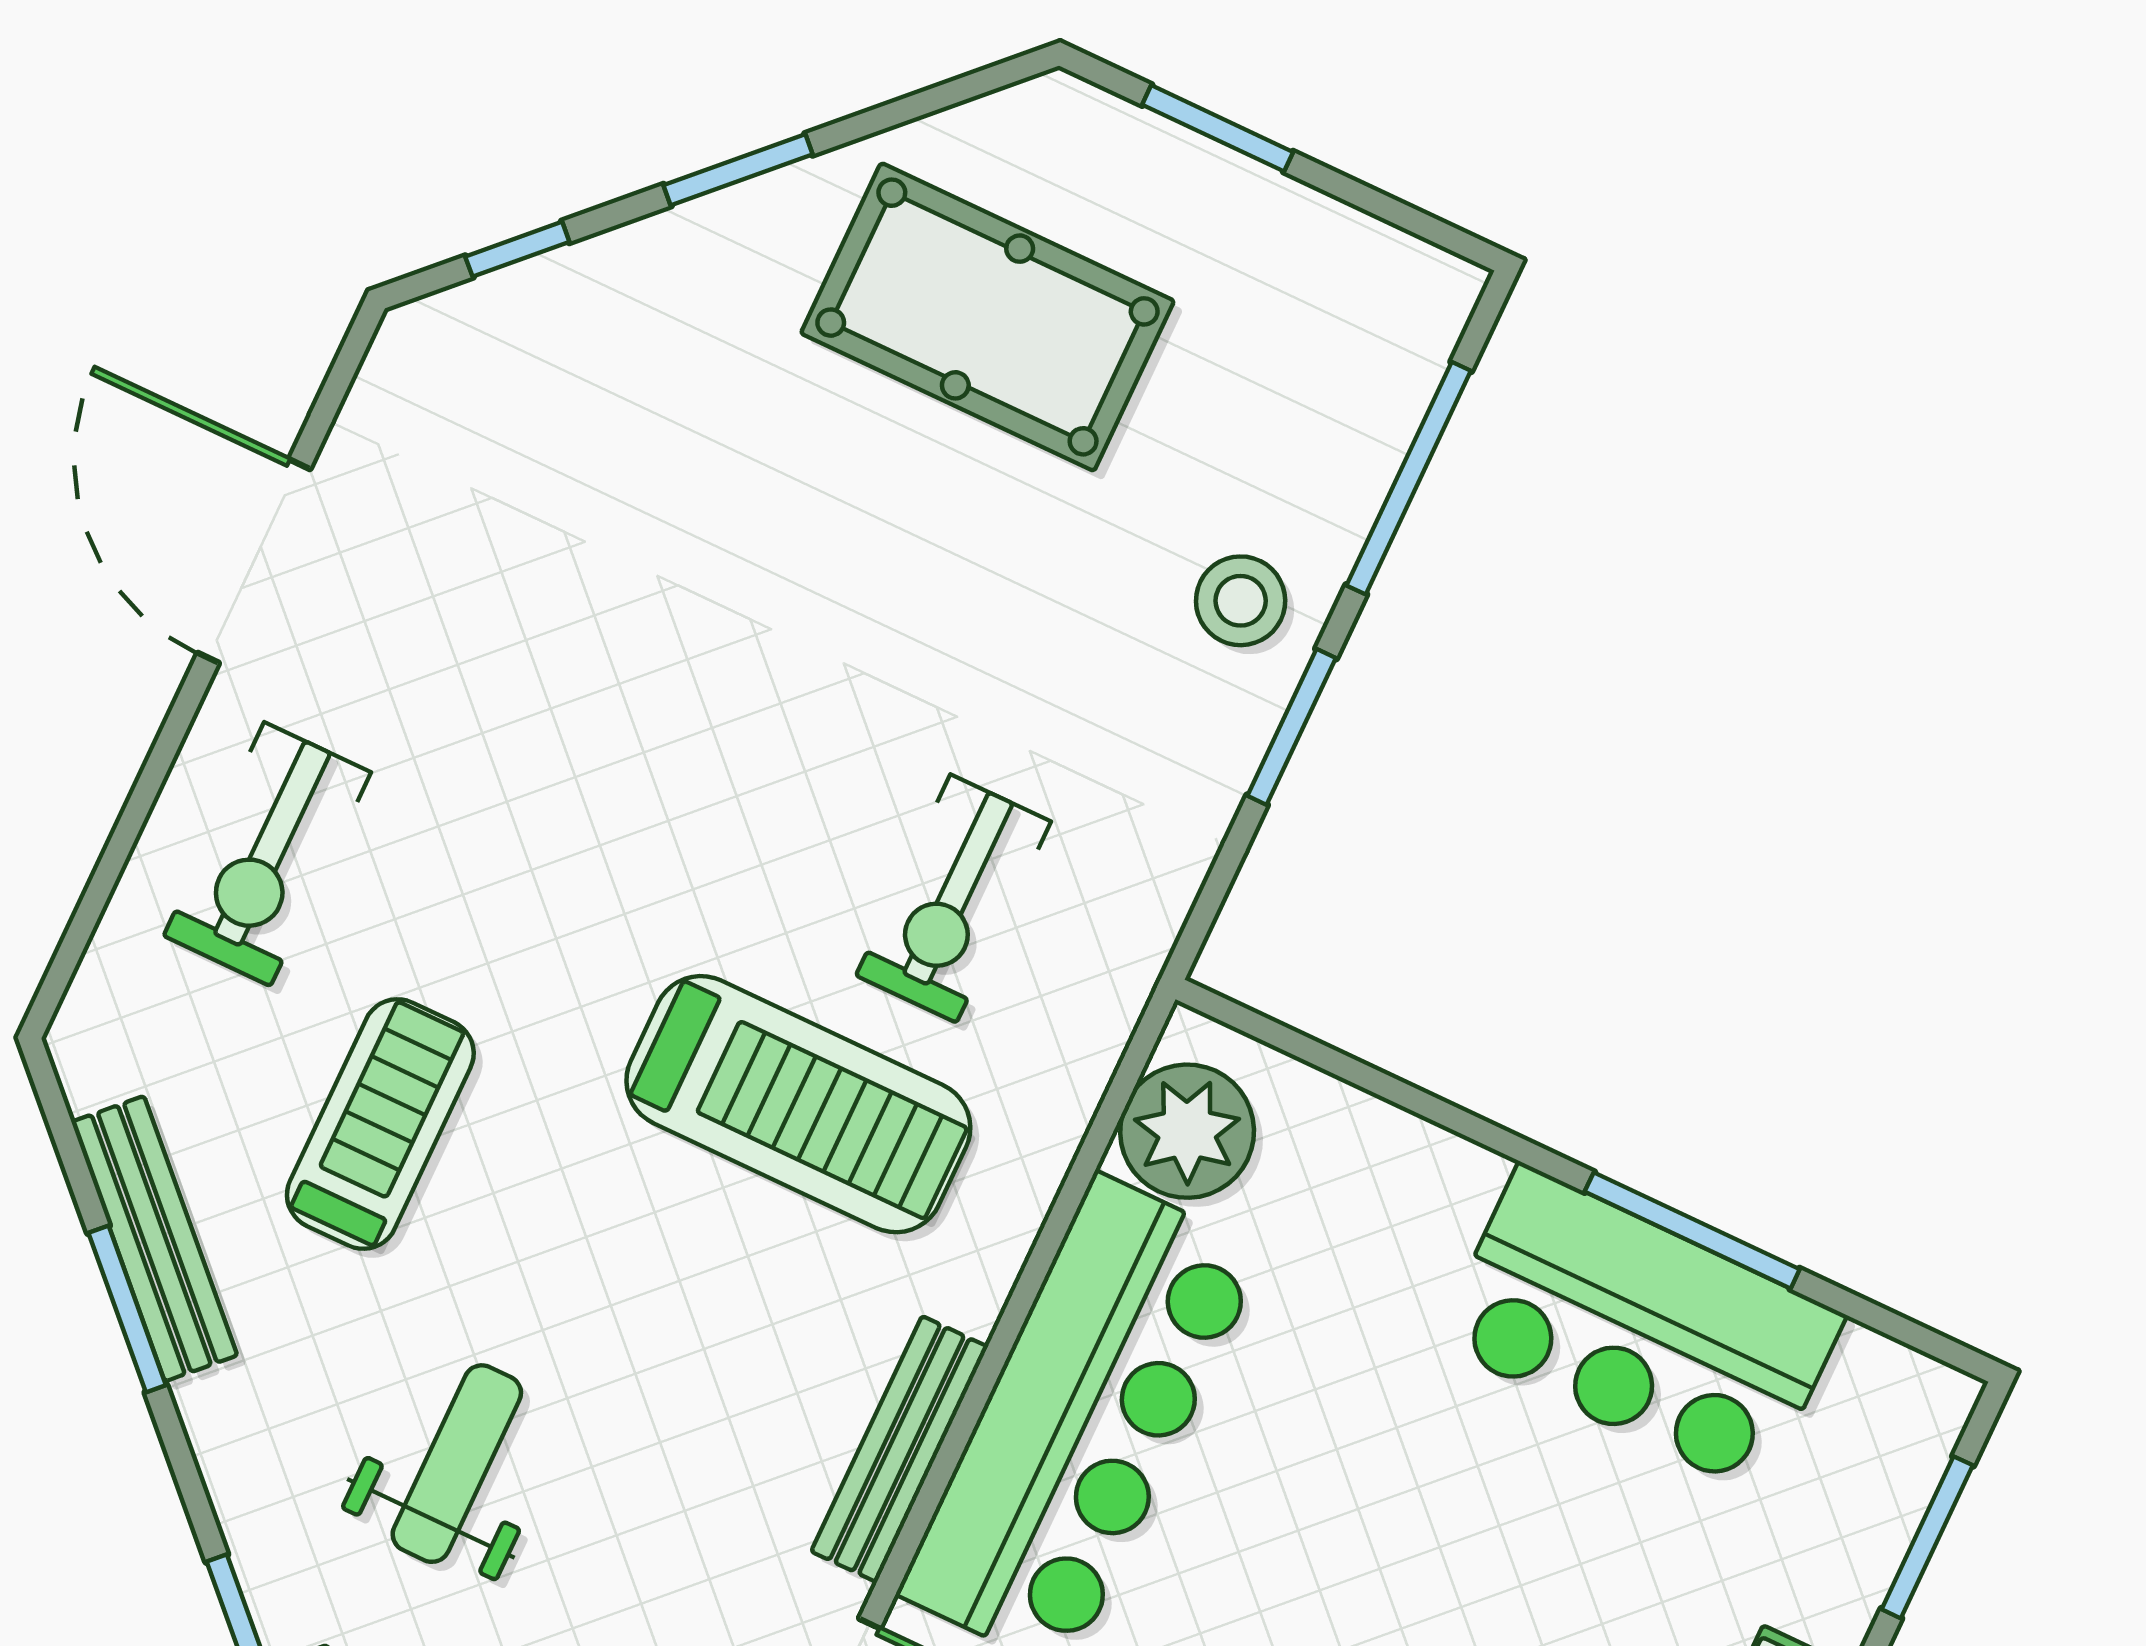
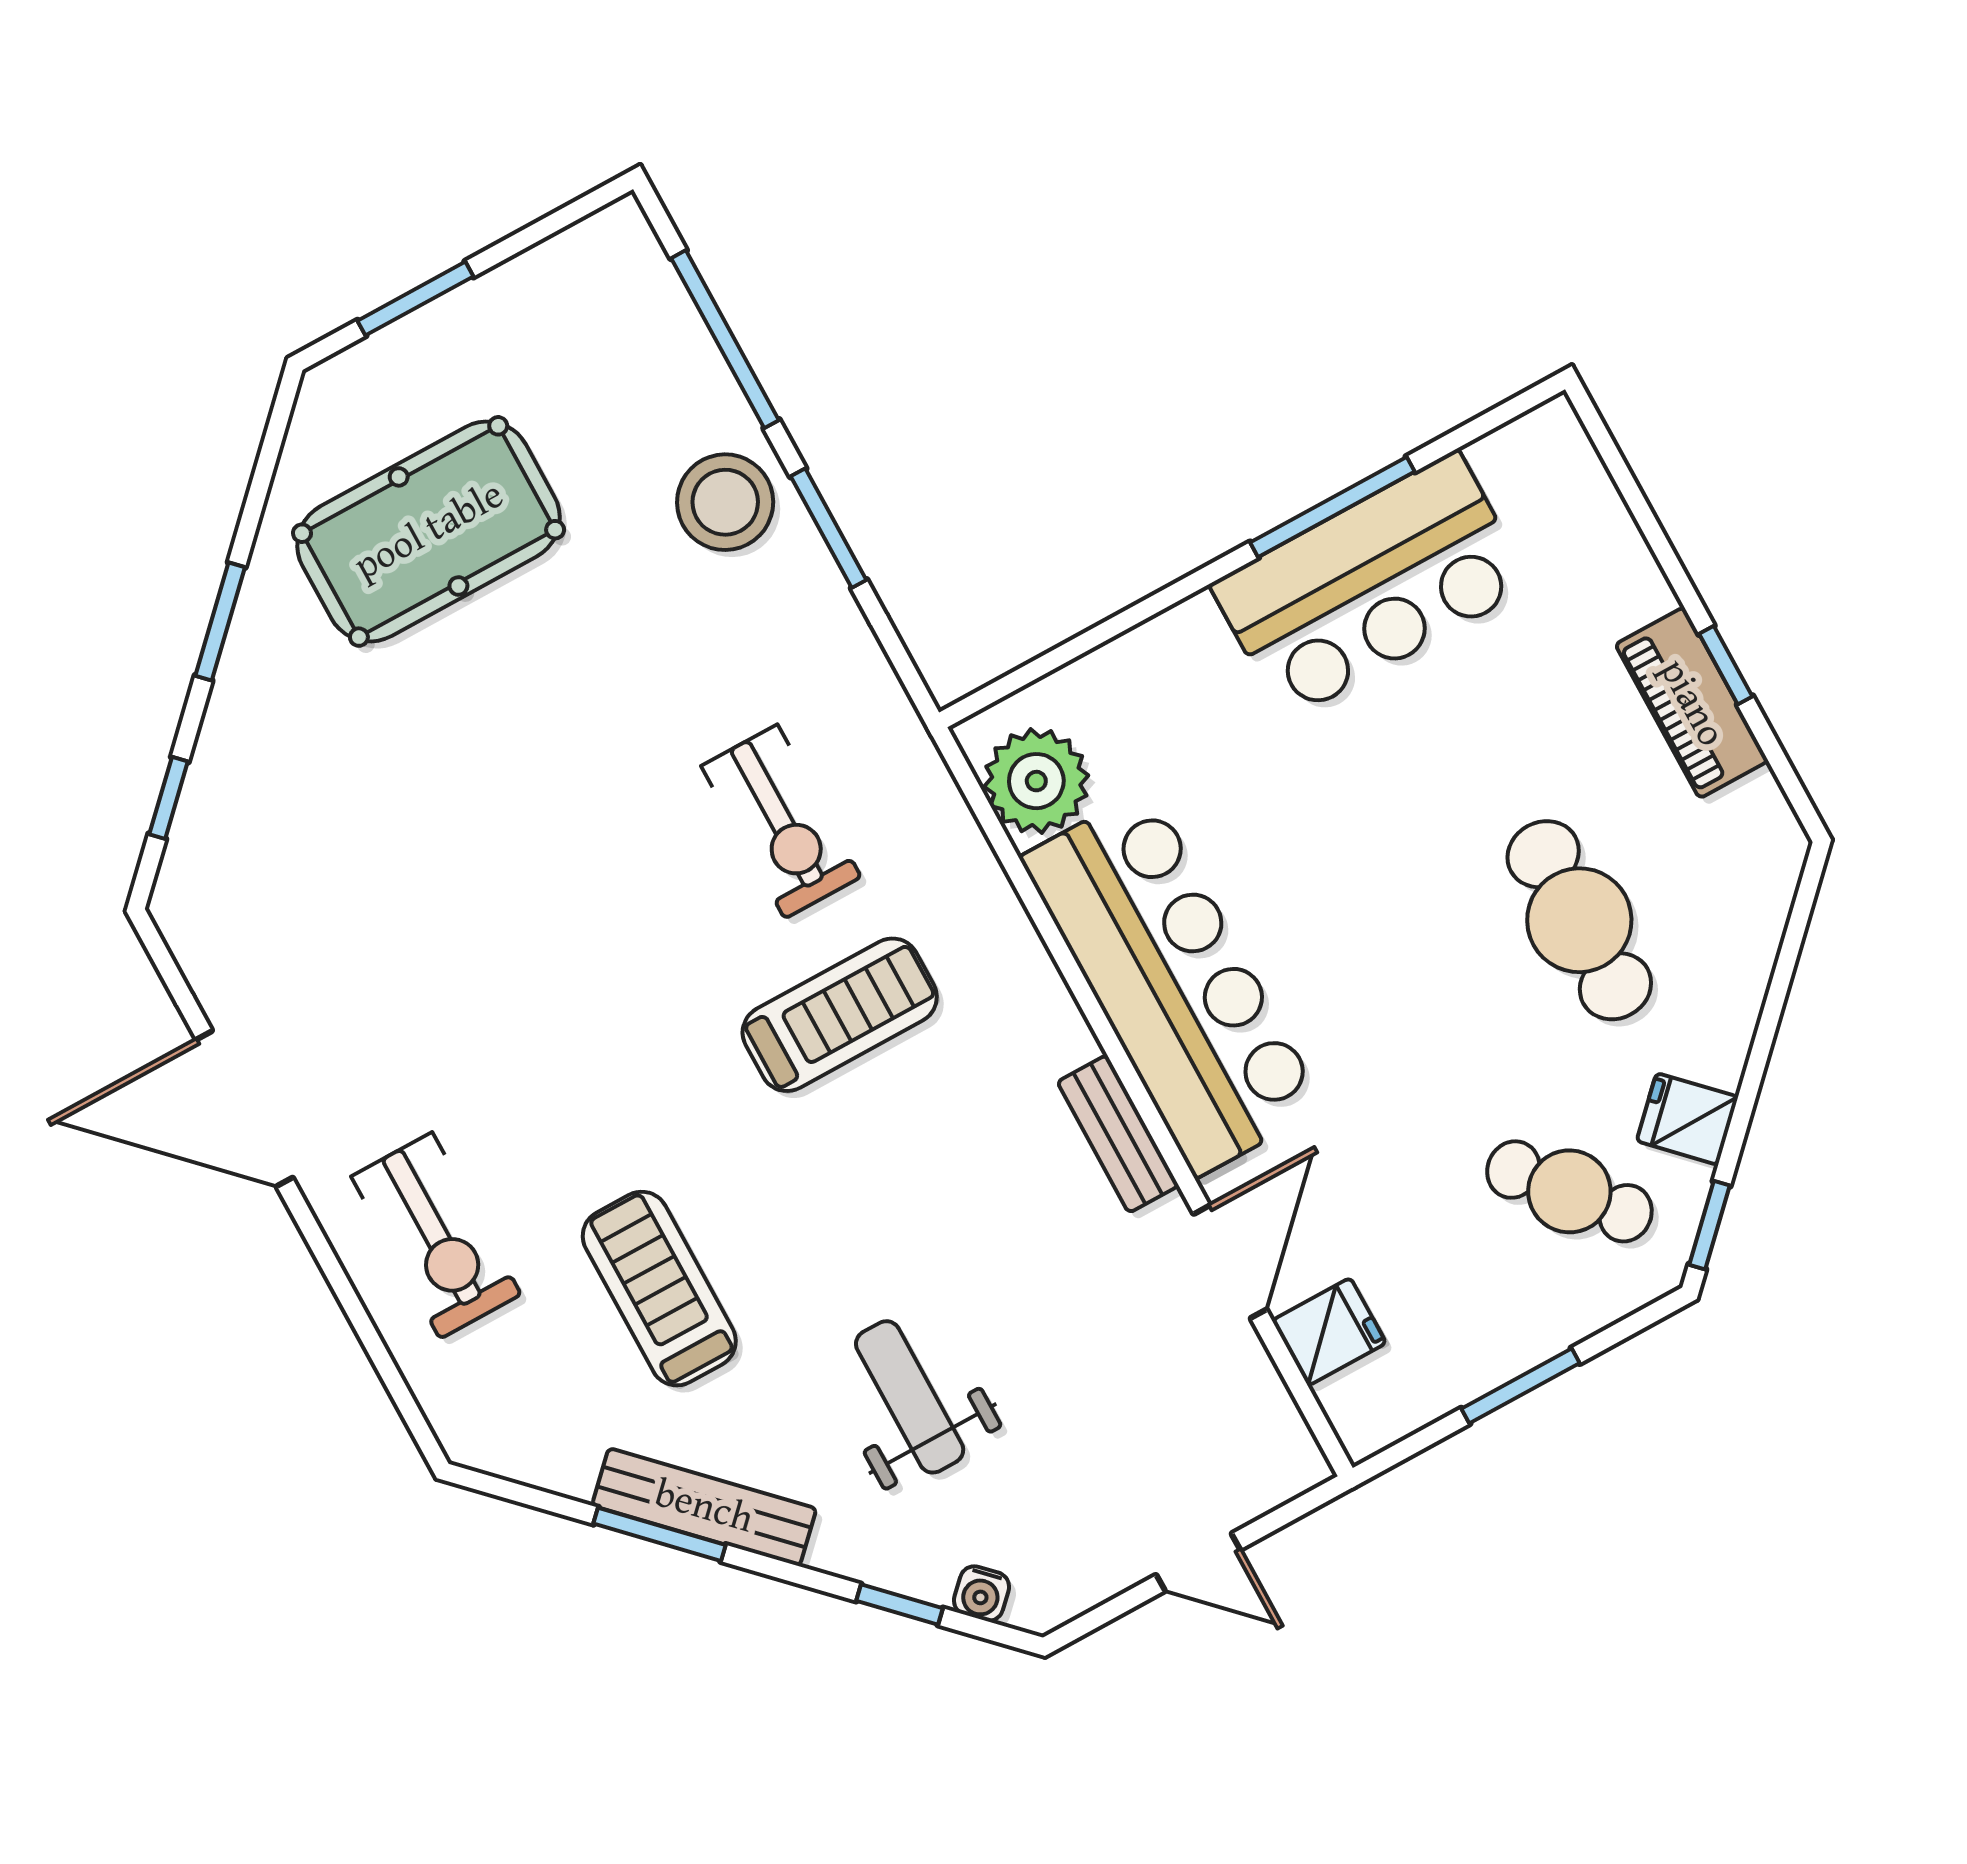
stool: (1241, 601) -> (725, 502), width x1.38, depth x1.38
treadmill: (798, 1104) -> (840, 1015), width x0.73, depth x0.73
bench: (154, 1239) -> (704, 1507), moved
bench: (900, 1449) -> (1118, 1134), width x0.73
window: (1927, 1537) -> (1635, 500), removed

